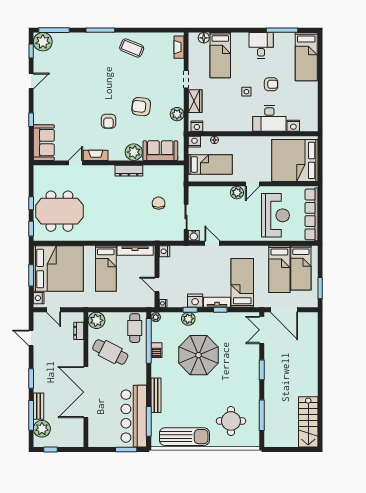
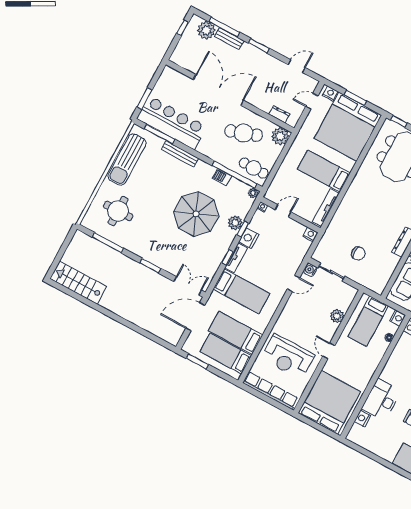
plant: (237, 193) -> (337, 316), moved
cafe table: (110, 352) -> (244, 133), turned 44

